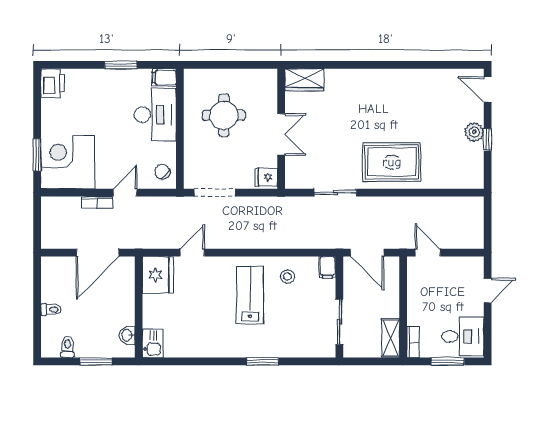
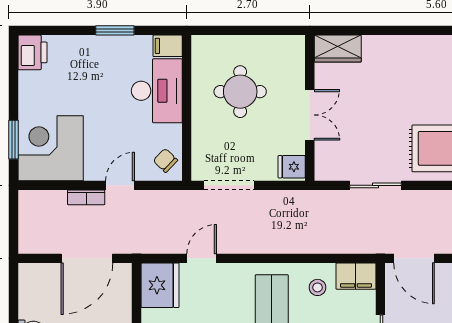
filing cabinet: (327, 267) -> (356, 276), width x2.00

